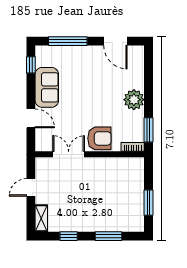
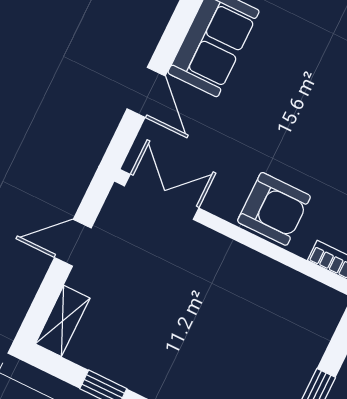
double door: (69, 154) -> (162, 197), moved

